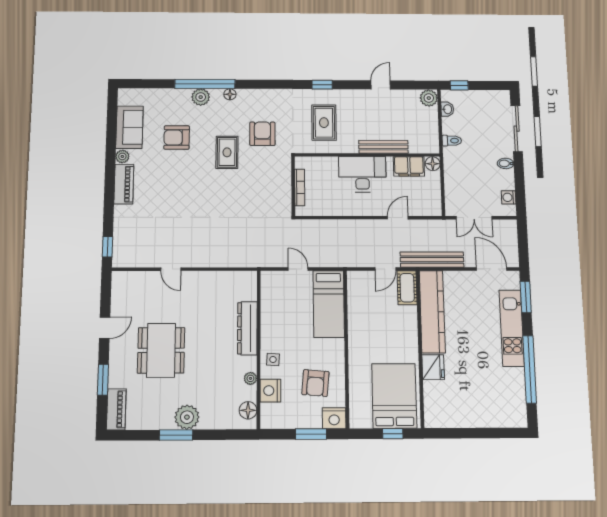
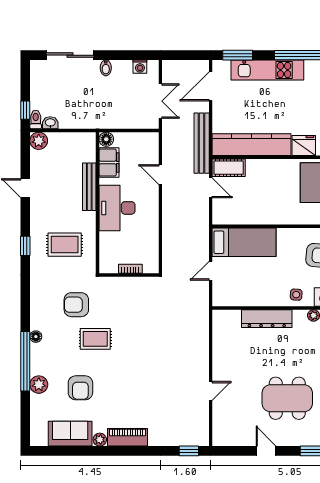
plant: (201, 97) -> (39, 385), moved
toilet: (452, 141) -> (36, 120), moved
bookcase: (300, 187) -> (130, 269), width x0.64

